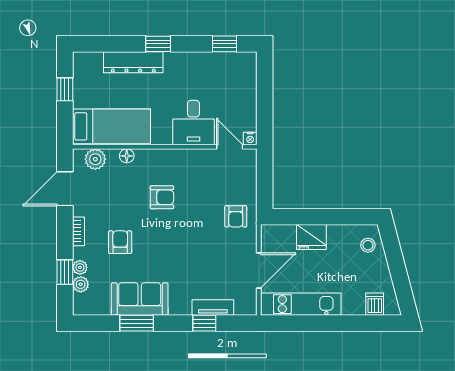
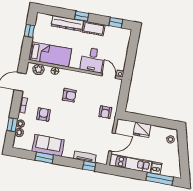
cot: (185, 63) -> (94, 28), added
dishwasher: (375, 304) -> (156, 168), moved
window: (204, 323) -> (89, 166), moved
window: (361, 323) -> (160, 179), added

